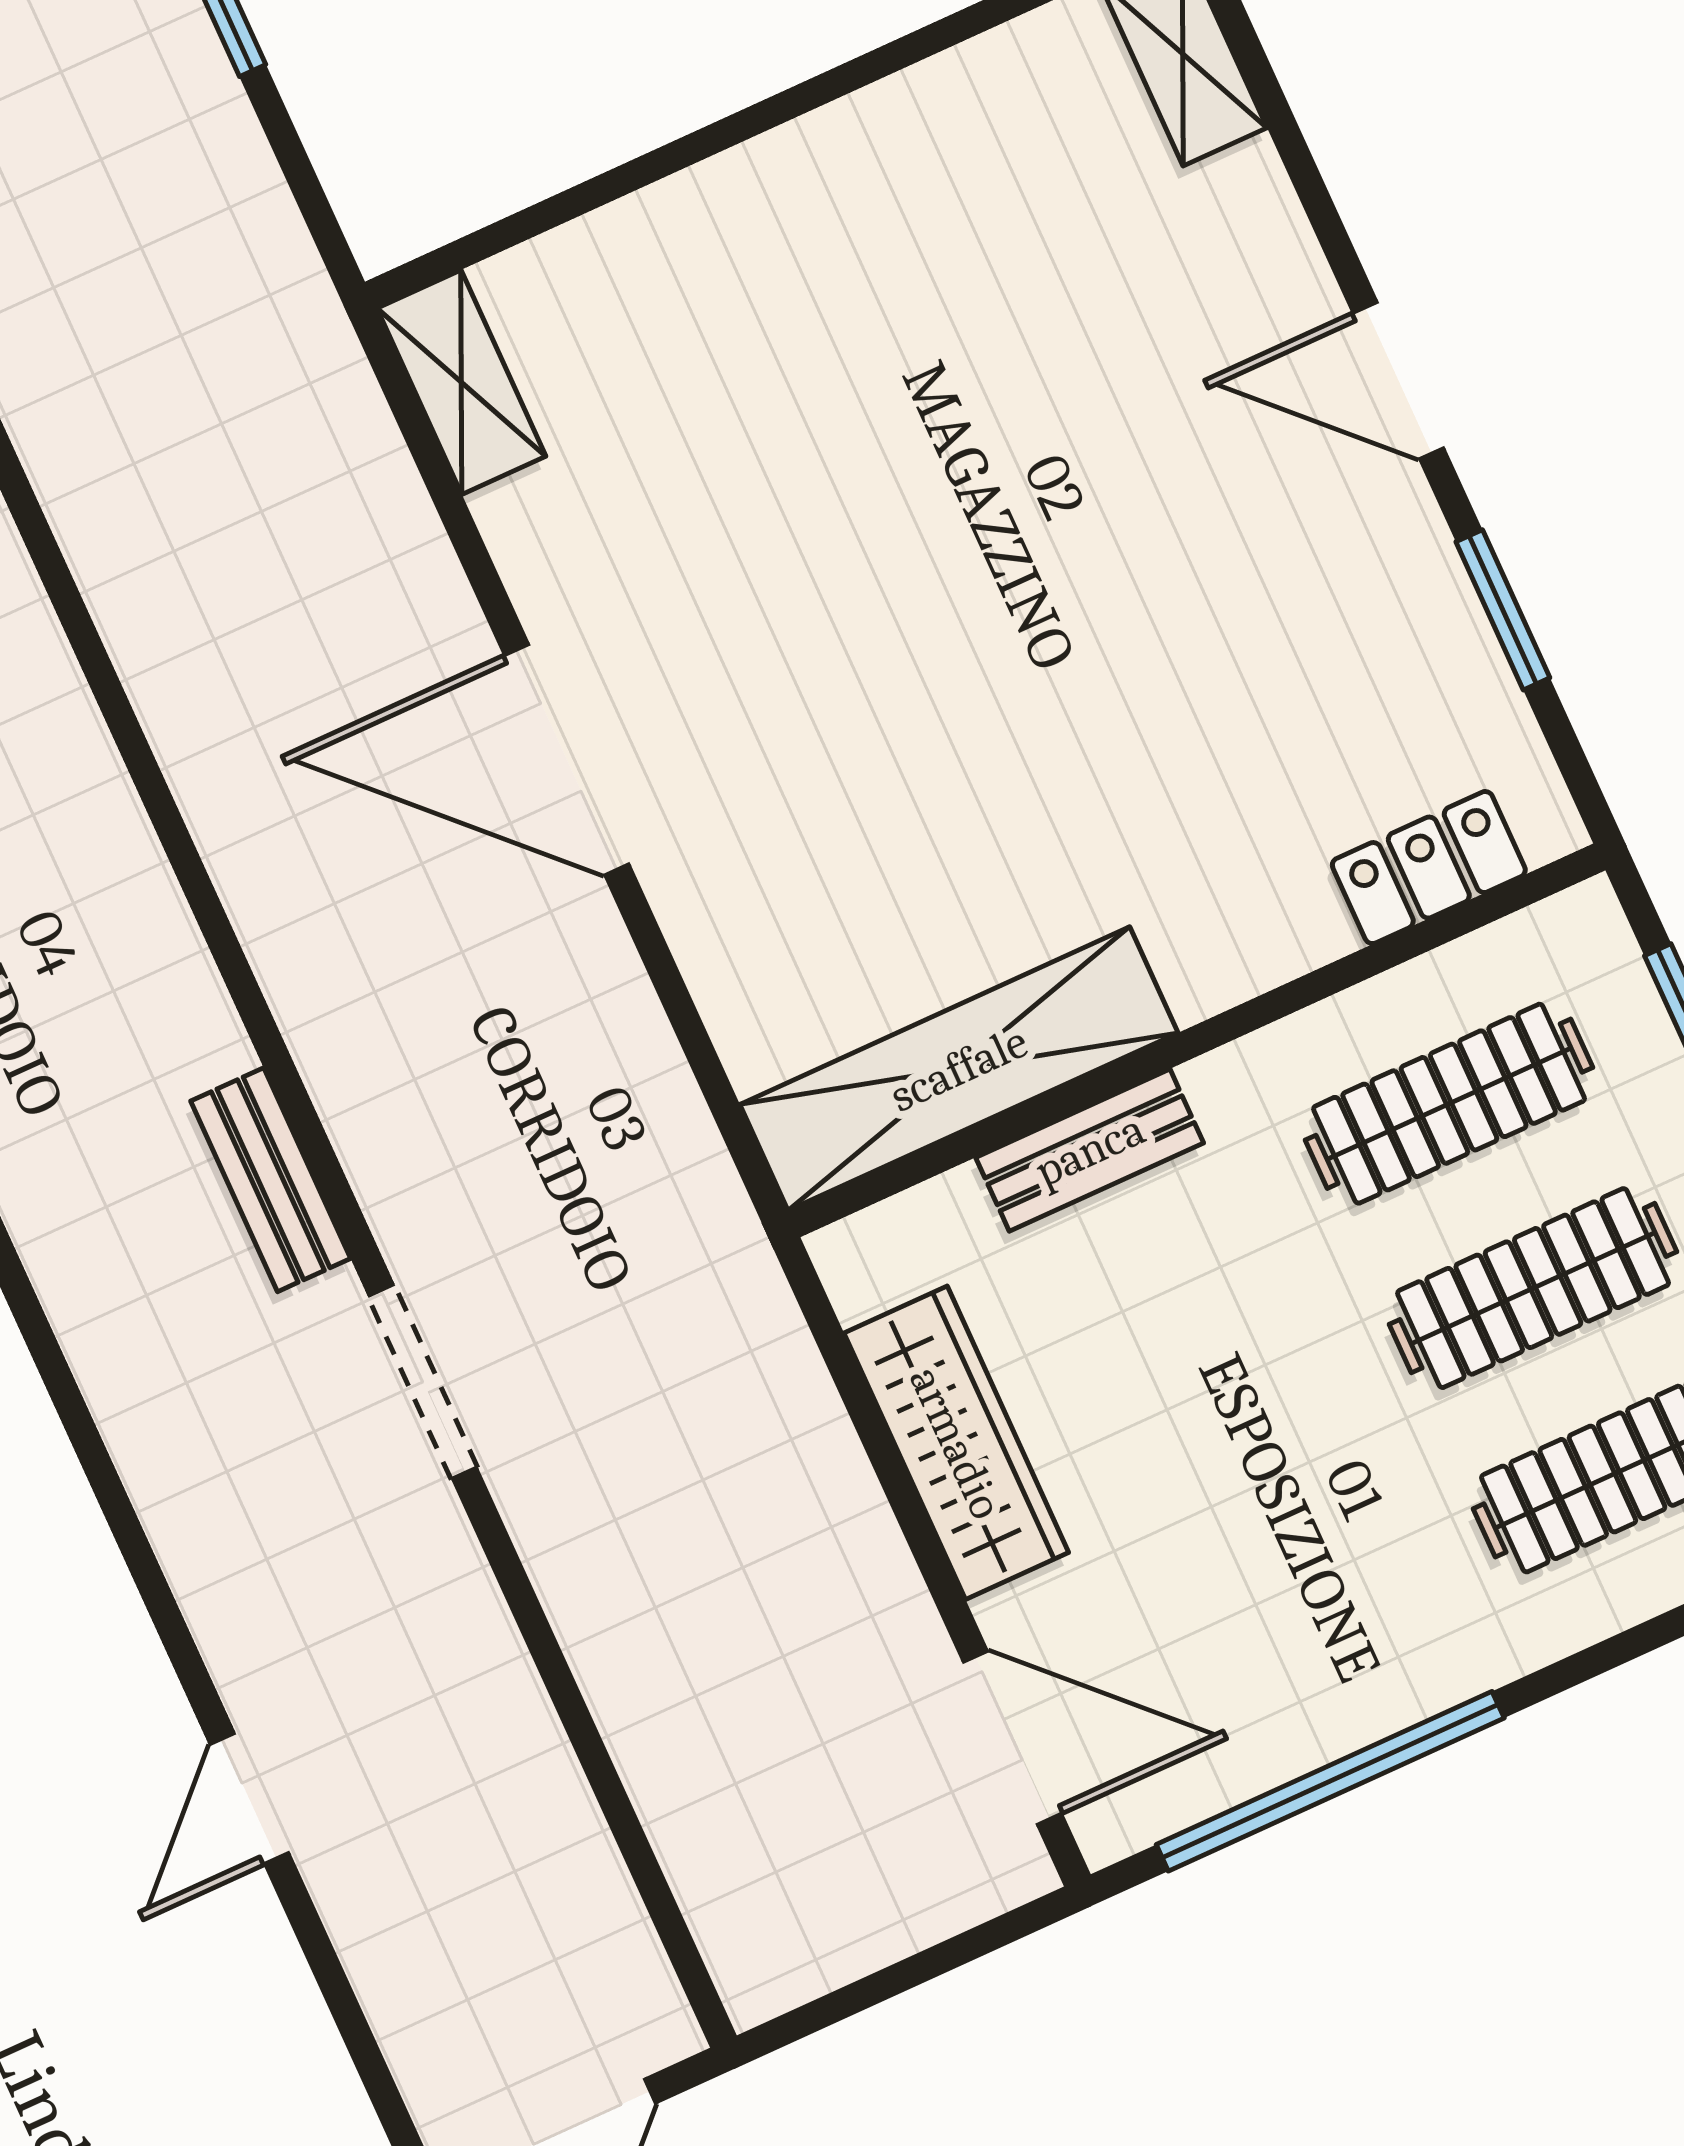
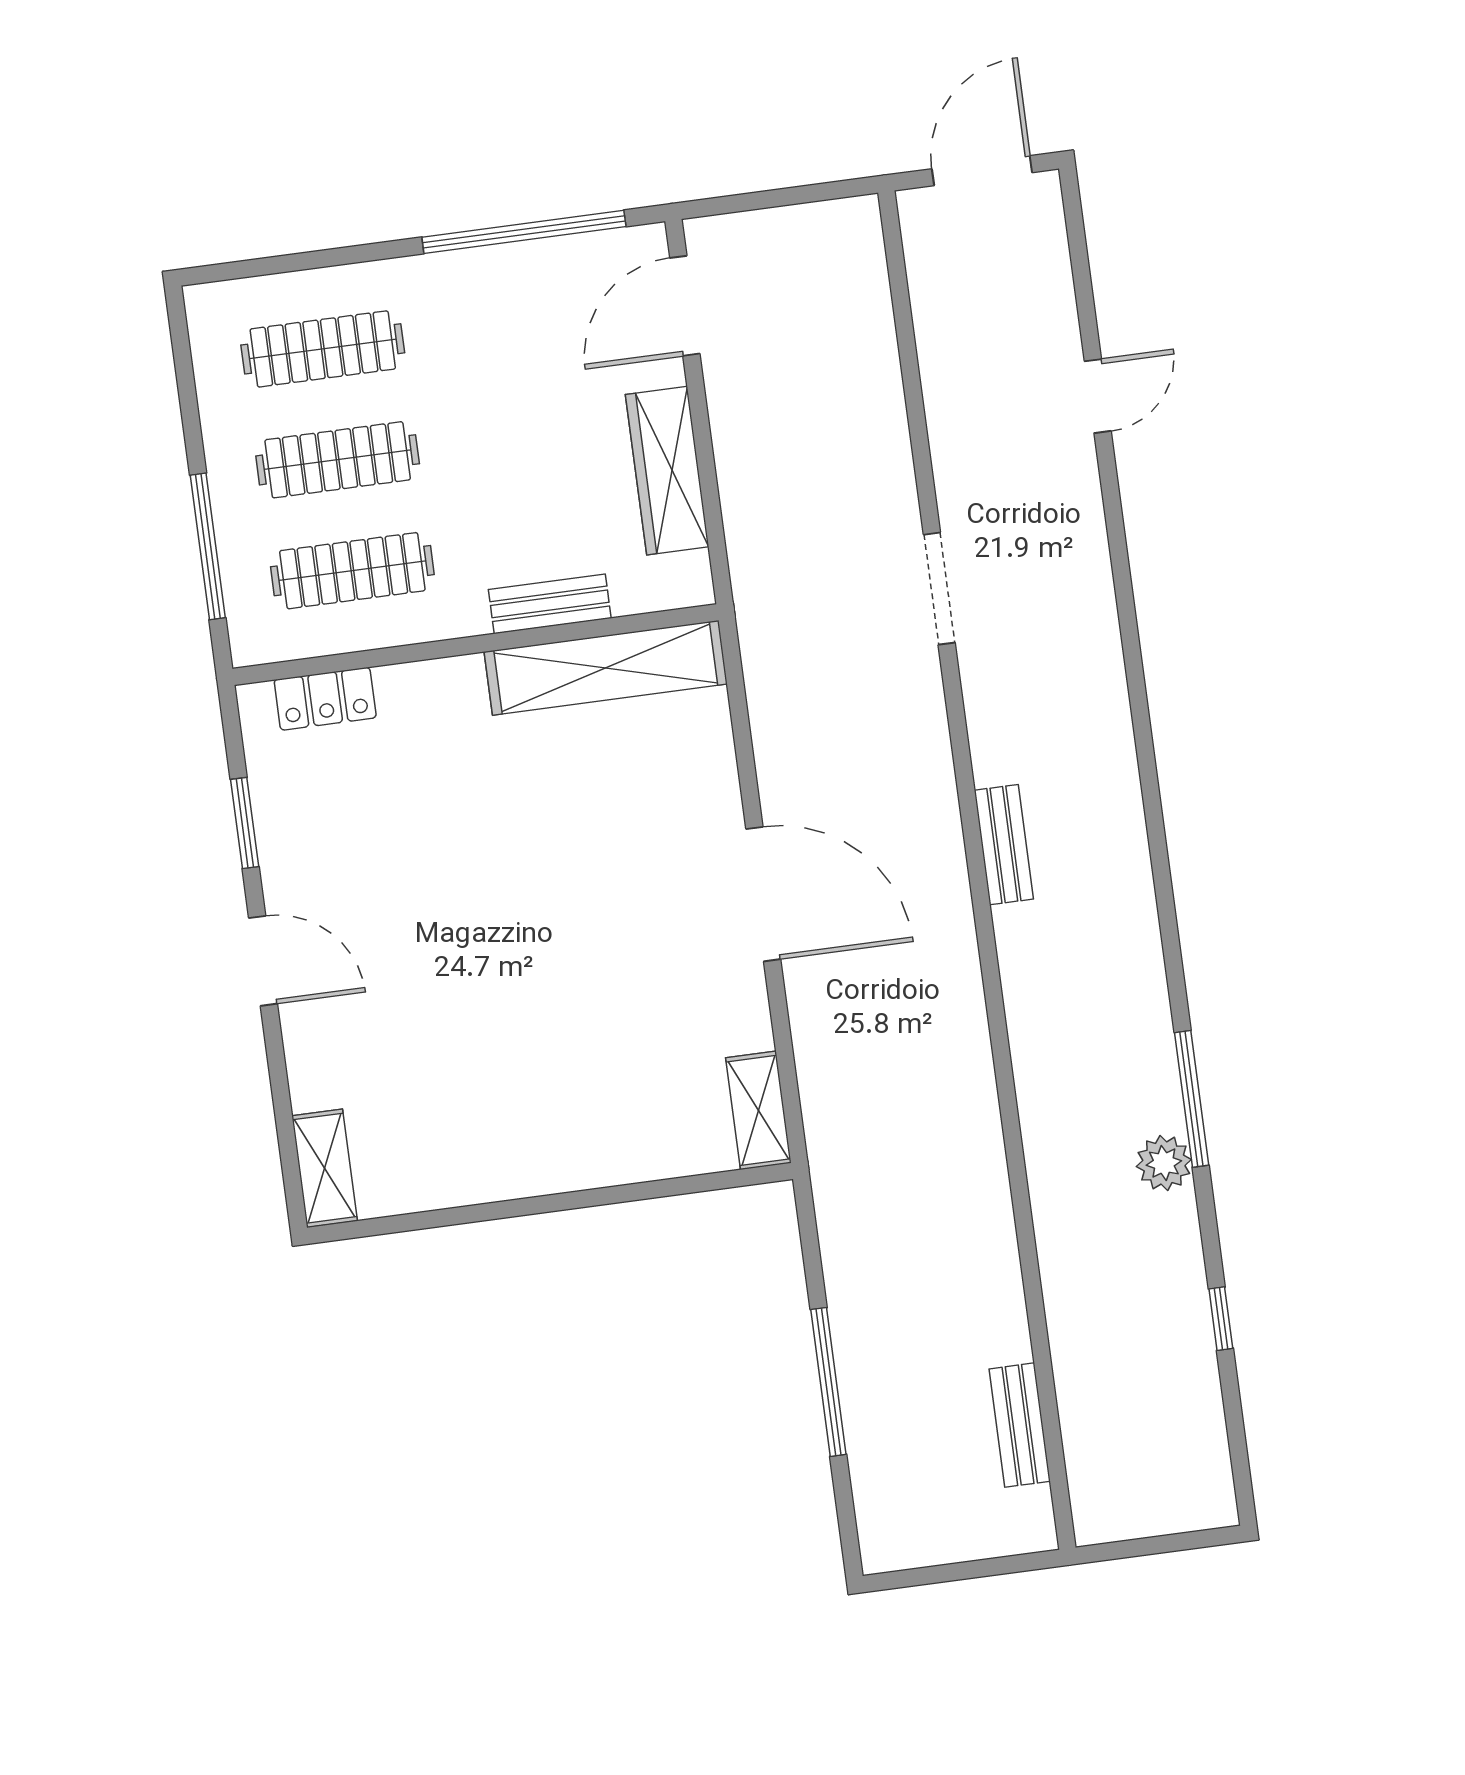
bench: (271, 1180) -> (1004, 845), moved
door: (1012, 1738) -> (685, 306), hinge flipped

